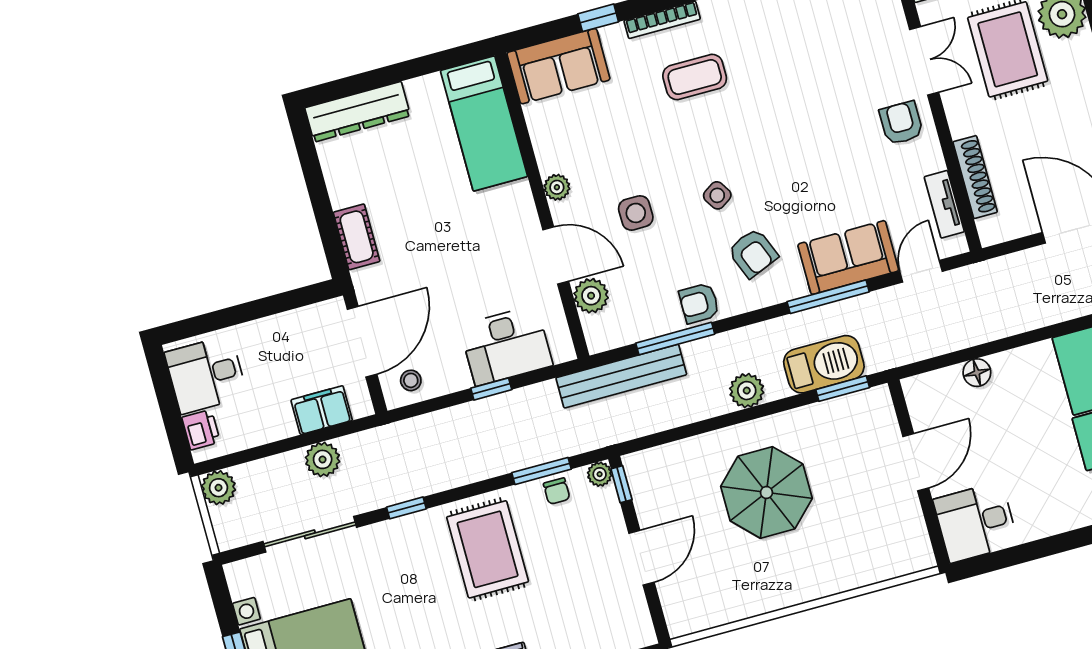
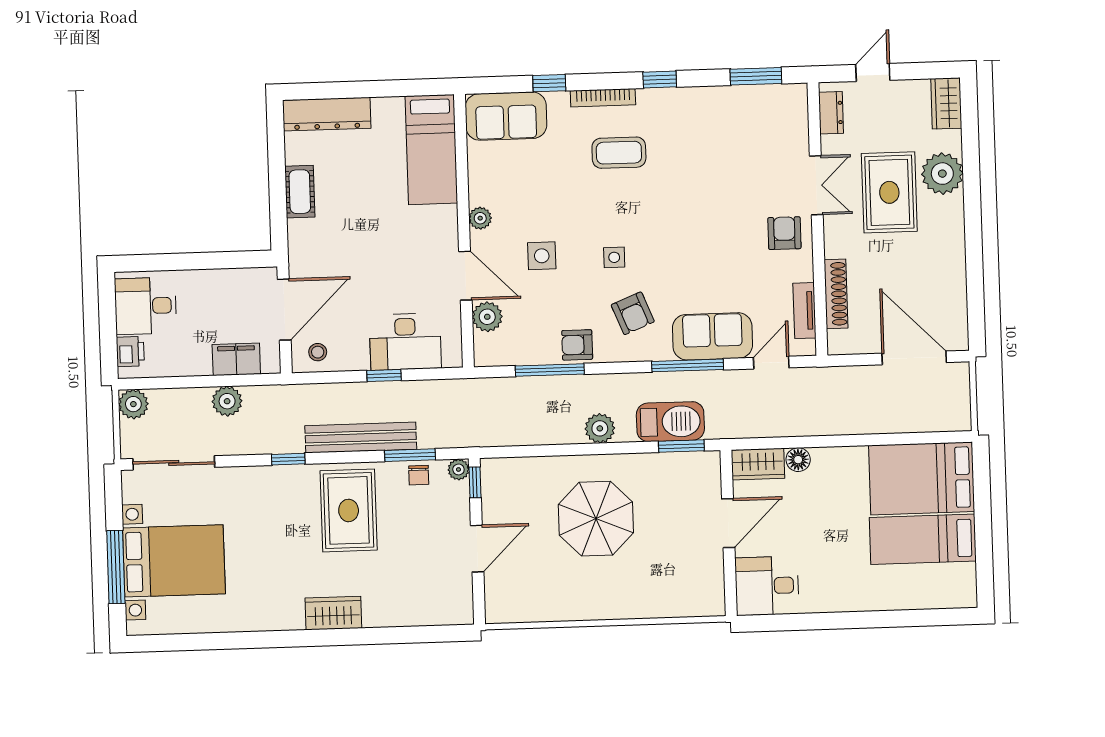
side table: (717, 195) -> (614, 257), turned 33
cot: (357, 237) -> (300, 192), moved
bench: (621, 376) -> (361, 438), moved
wardrobe: (933, 388) -> (758, 464), added
sliding door: (310, 534) -> (174, 463), moved

